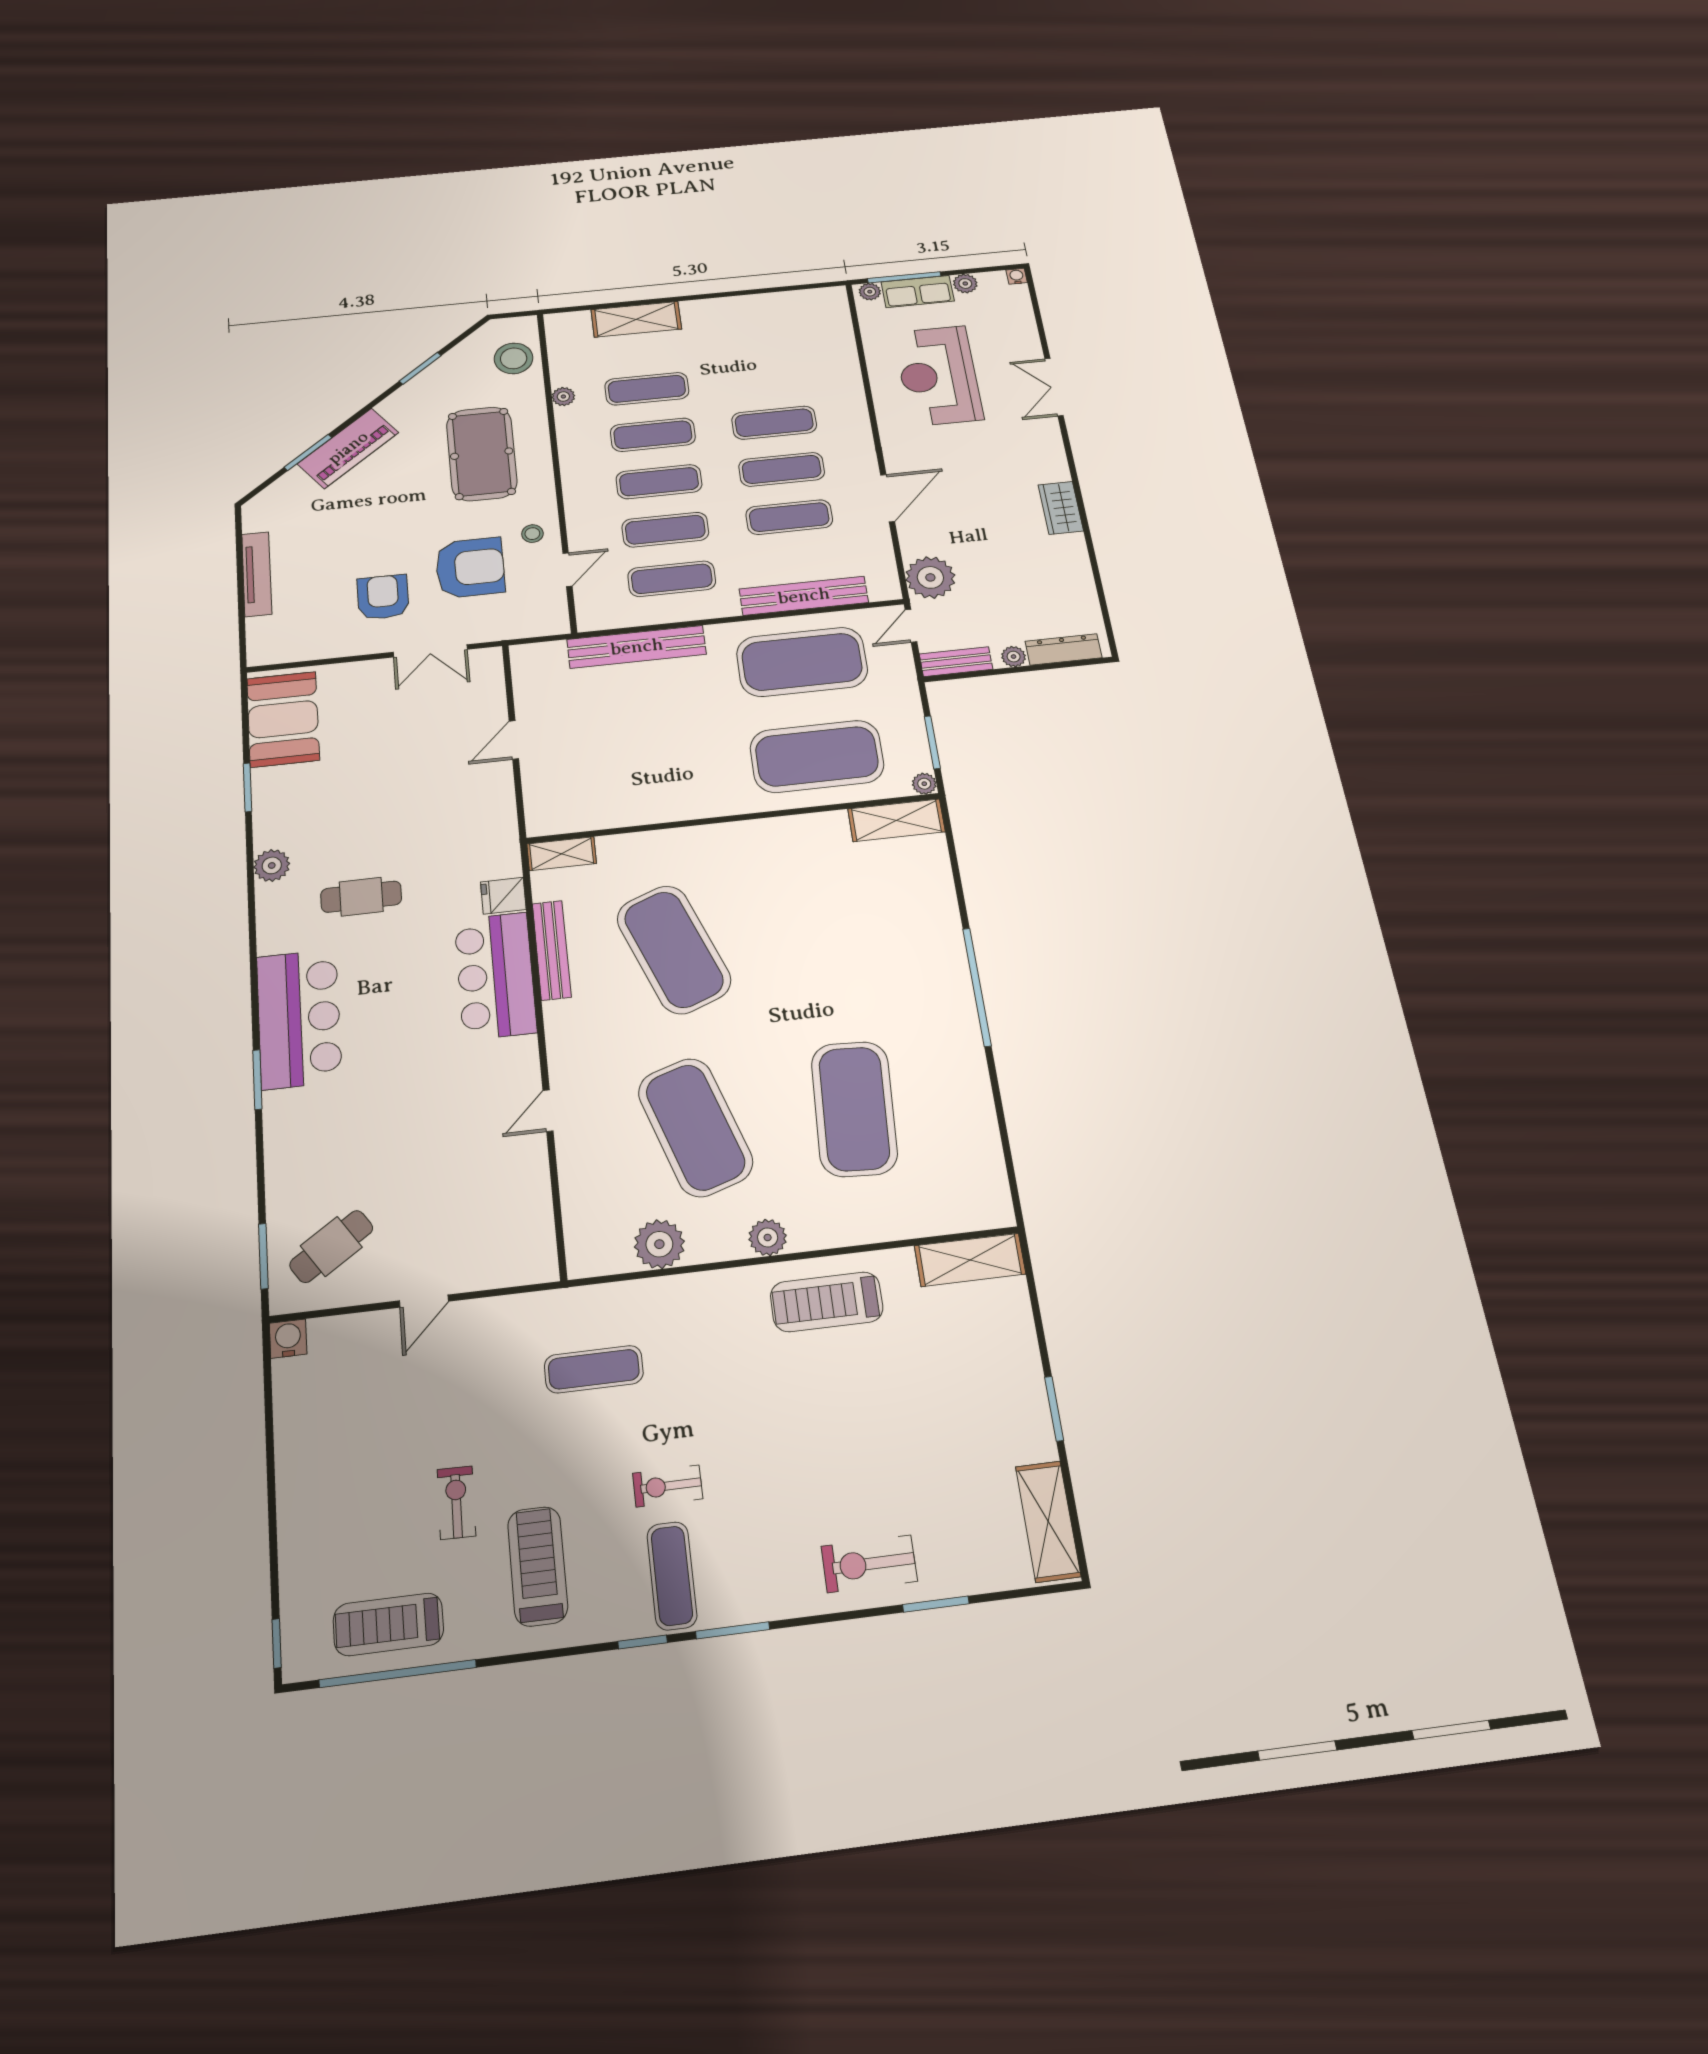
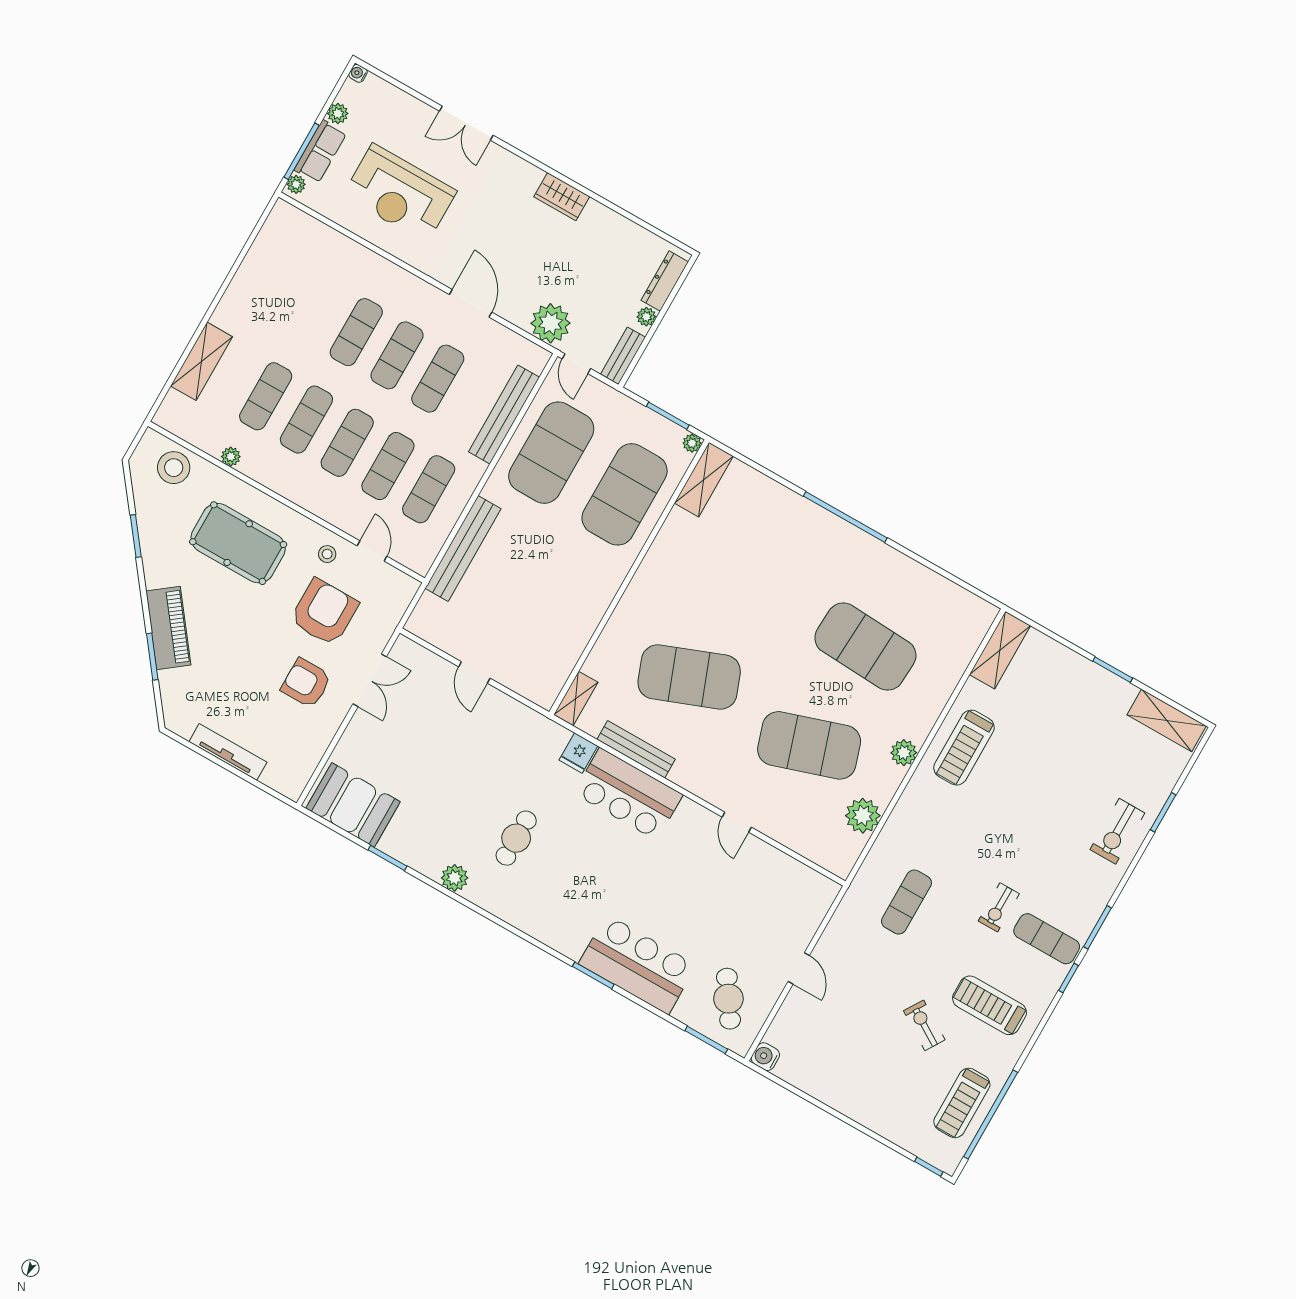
bar counter: (299, 1019) -> (637, 964), moved
exercise bike: (456, 1503) -> (924, 1025), turned 31

